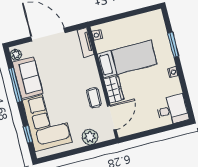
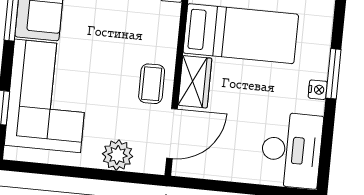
window: (173, 45) -> (333, 74), moved
desk: (172, 110) -> (291, 150), width x1.37

